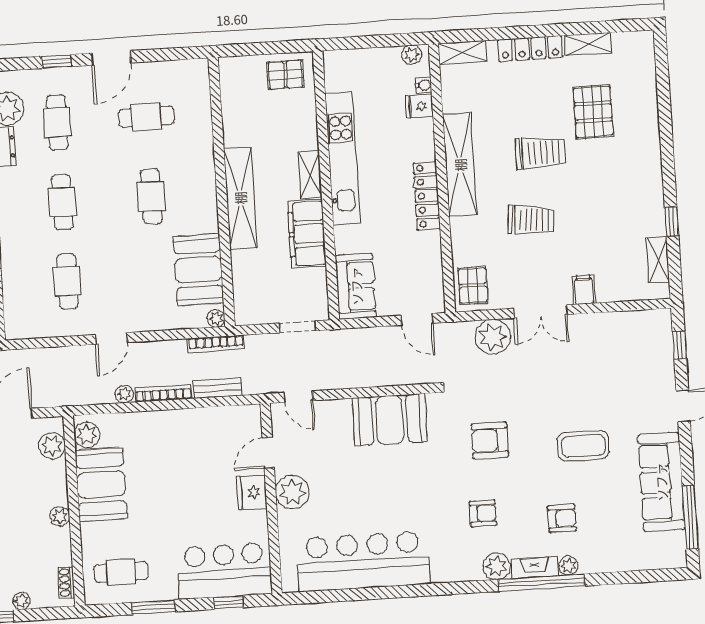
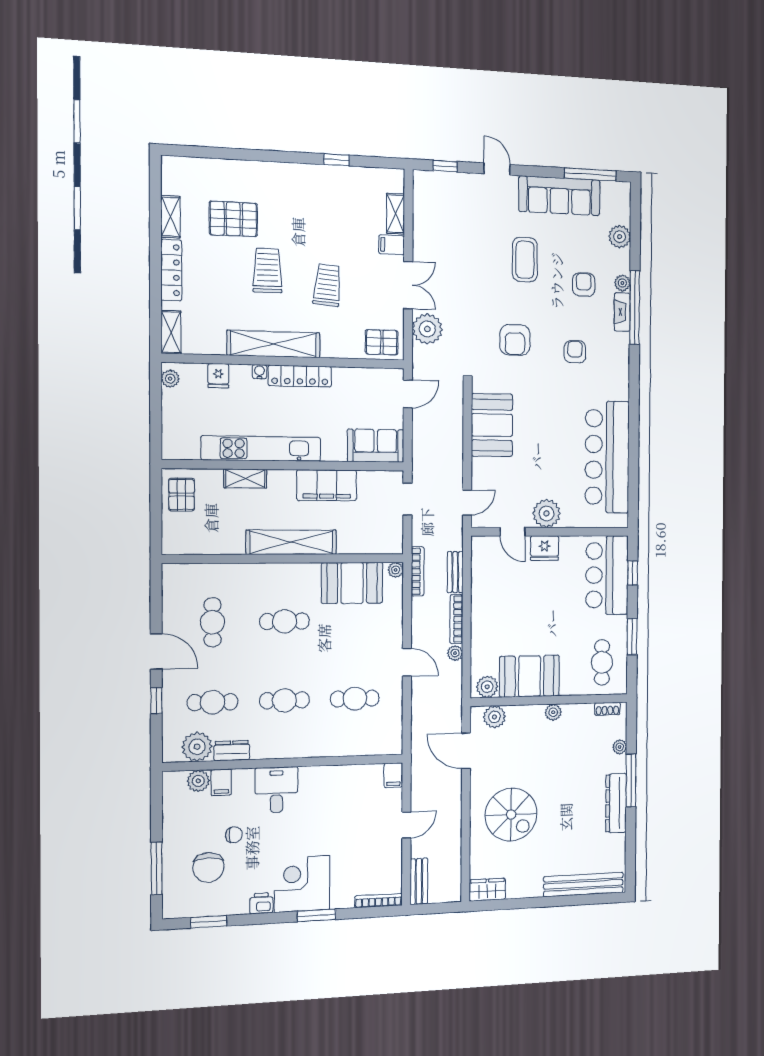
water cooler: (424, 85) -> (260, 372), moved
shelving: (310, 175) -> (245, 478), moved
shelving: (658, 260) -> (396, 214), moved, turned 90
plant: (497, 566) -> (620, 237), moved

